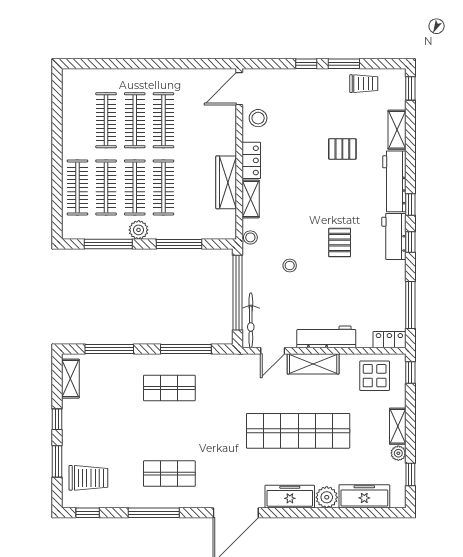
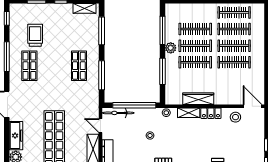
clothes rail: (77, 187) -> (234, 12), moved
trolley: (88, 478) -> (35, 35), moved, turned 180

